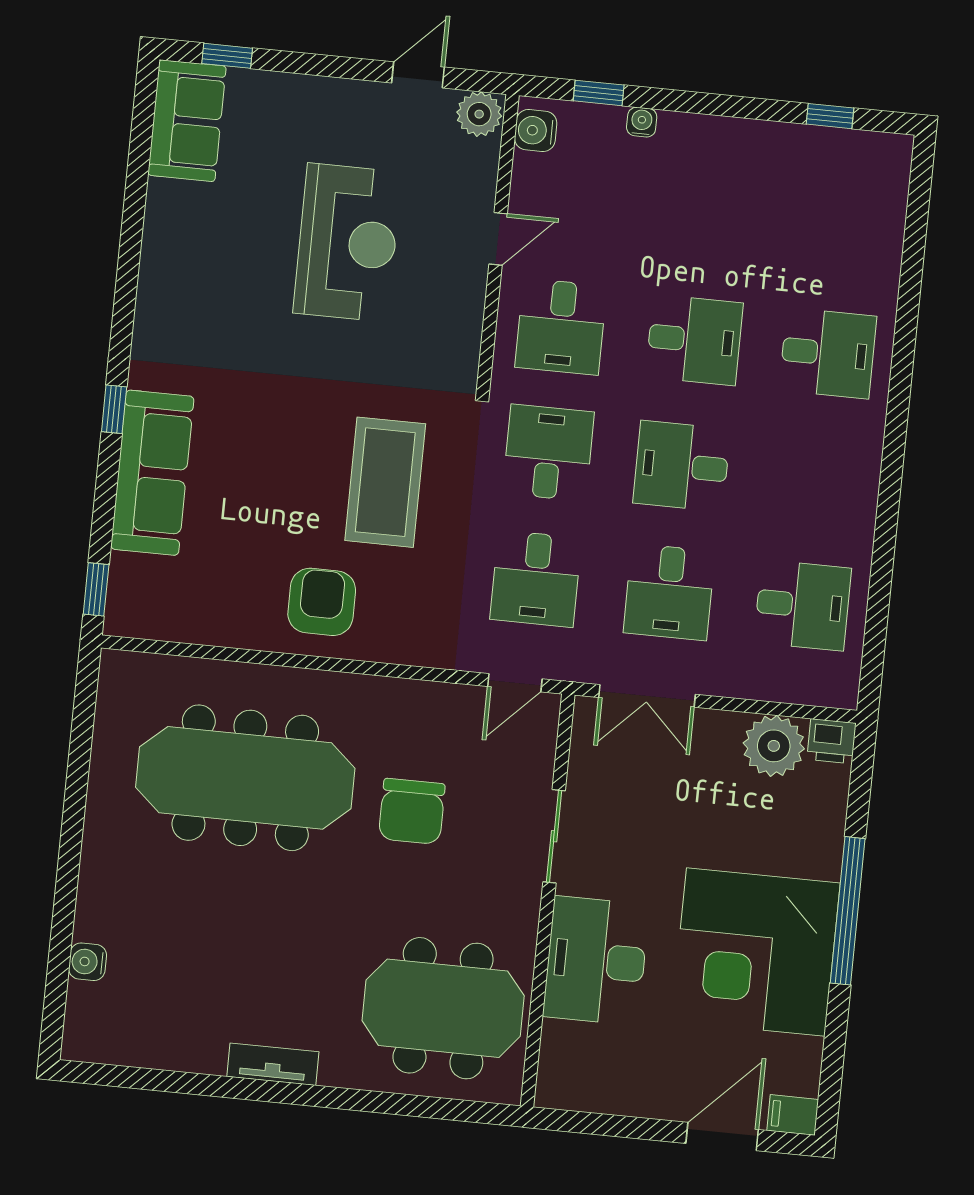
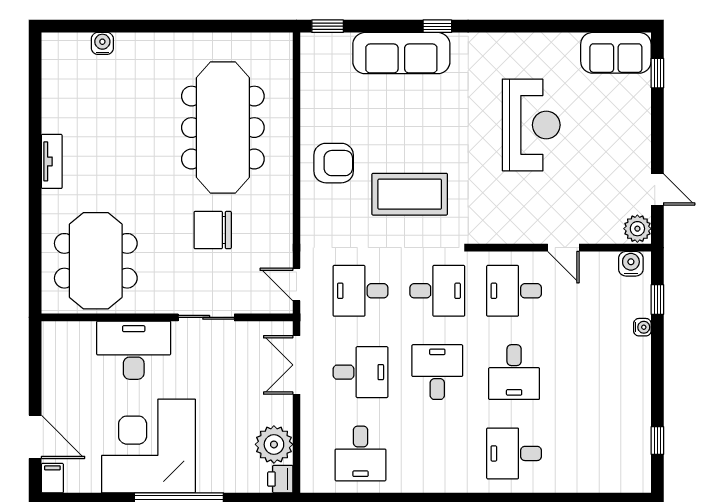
reception desk: (347, 242) -> (531, 125), moved, turned -90
desk: (828, 353) -> (514, 453), turned 90
desk: (669, 592) -> (361, 372), turned 180

